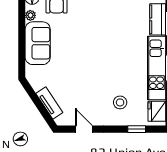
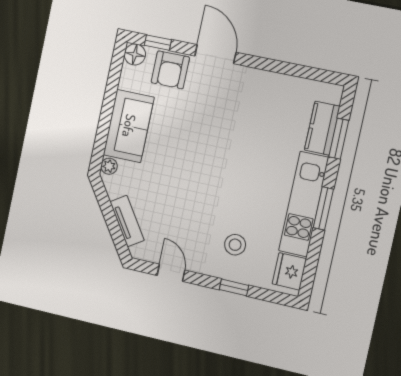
plant: (30, 15) -> (109, 166), moved
window: (137, 129) -> (234, 287), moved

